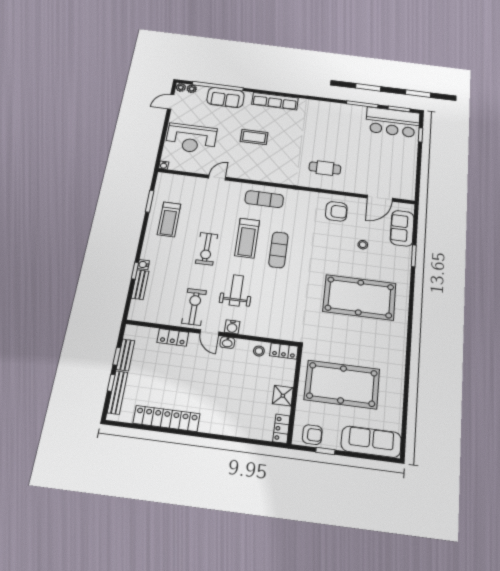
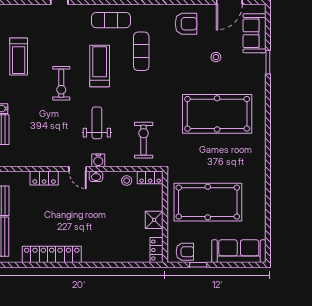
treadmill: (247, 238) -> (100, 66), turned 180
exercise mat: (278, 250) -> (141, 51), moved
exercise bike: (194, 307) -> (144, 140), moved

